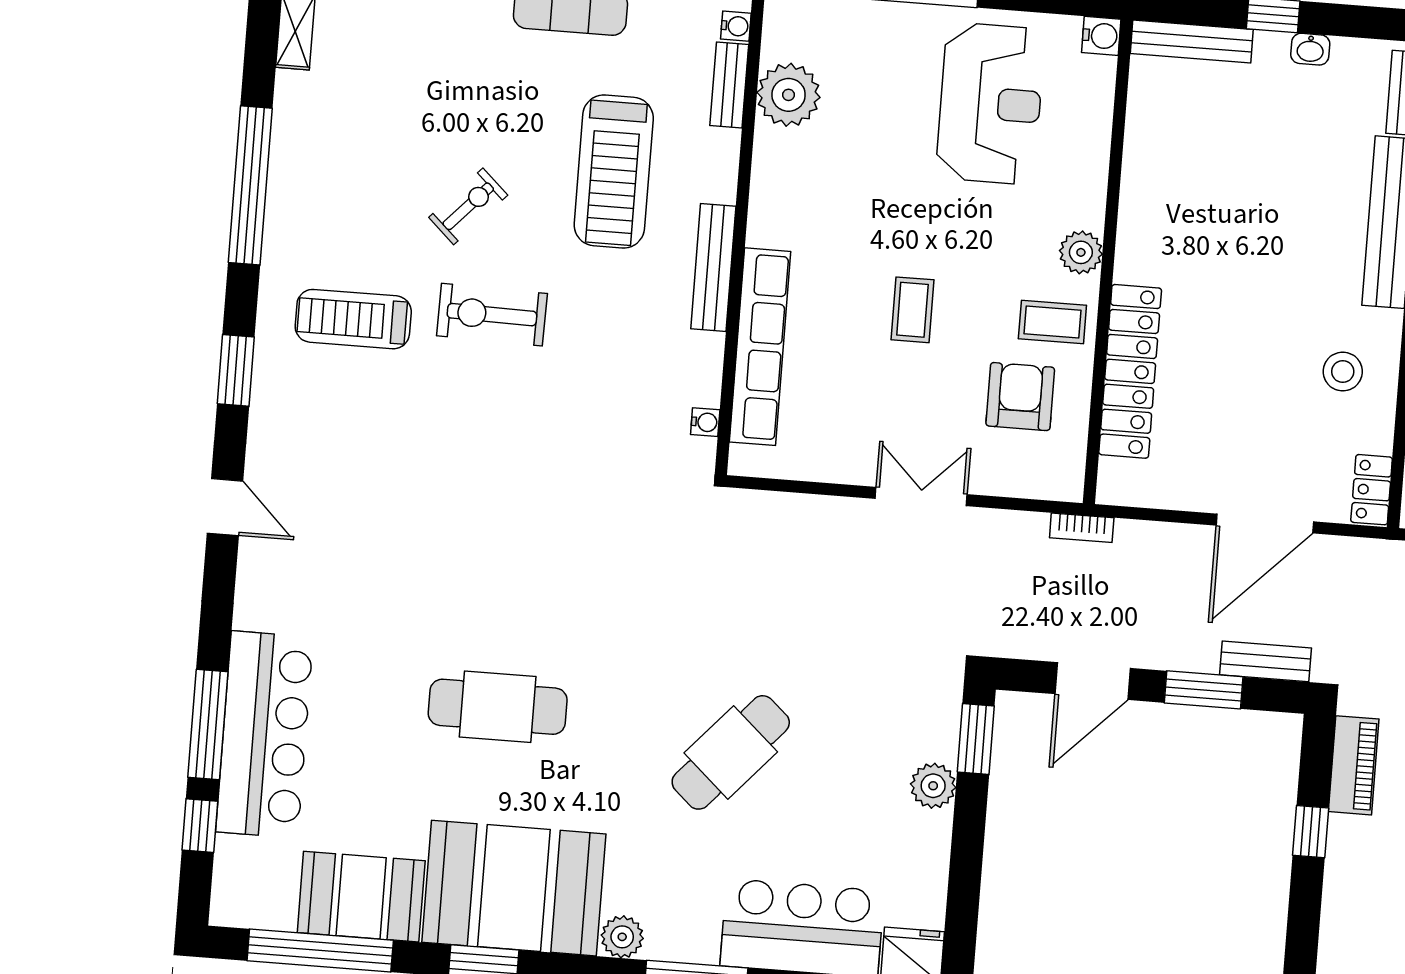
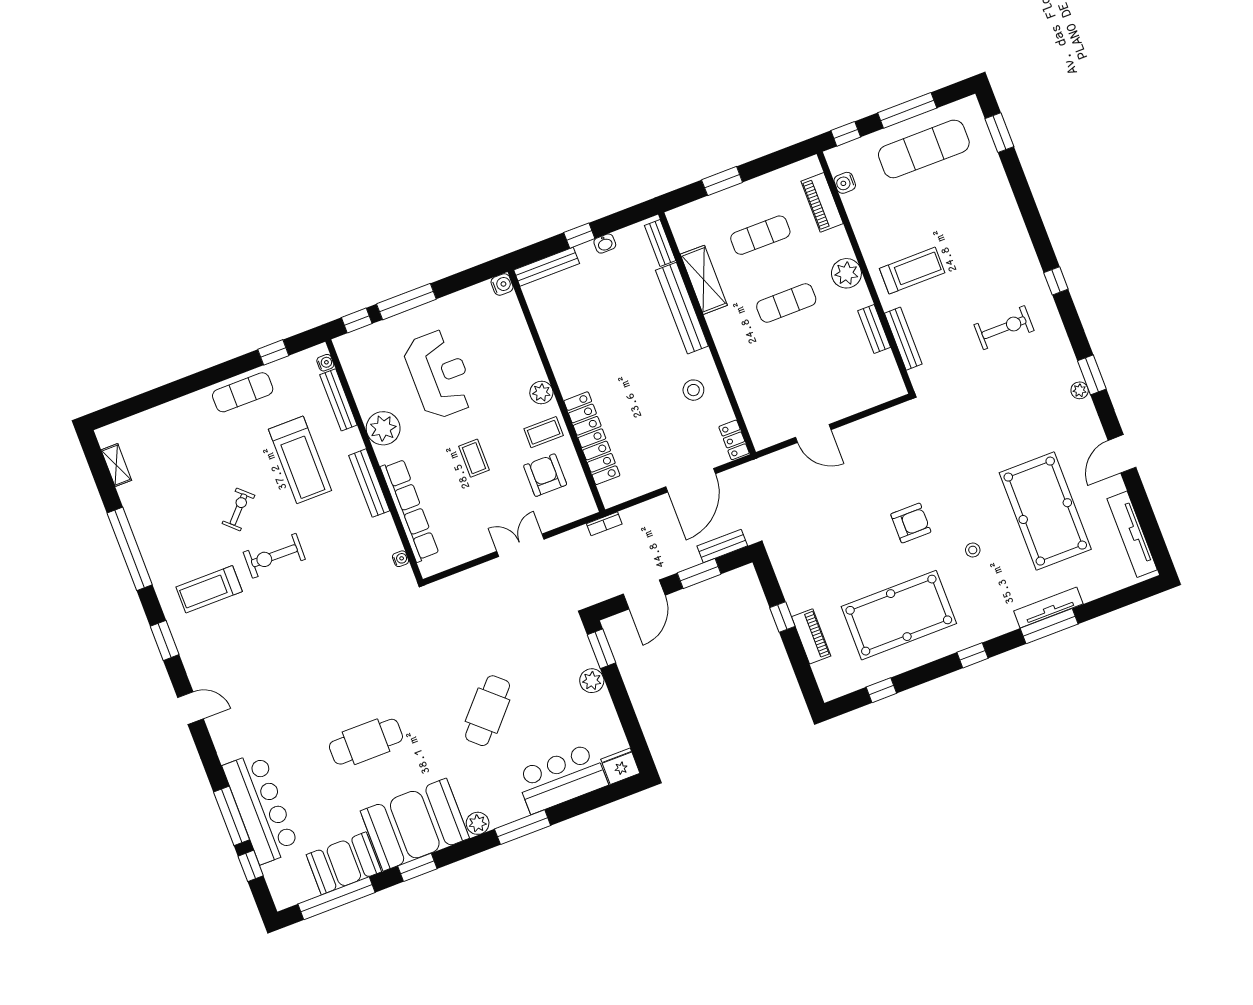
bench: (729, 85) -> (338, 400), width x1.36
plant: (789, 95) -> (383, 428), moved
reception desk: (990, 104) -> (439, 374), moved
piano: (1354, 765) -> (811, 636), moved

